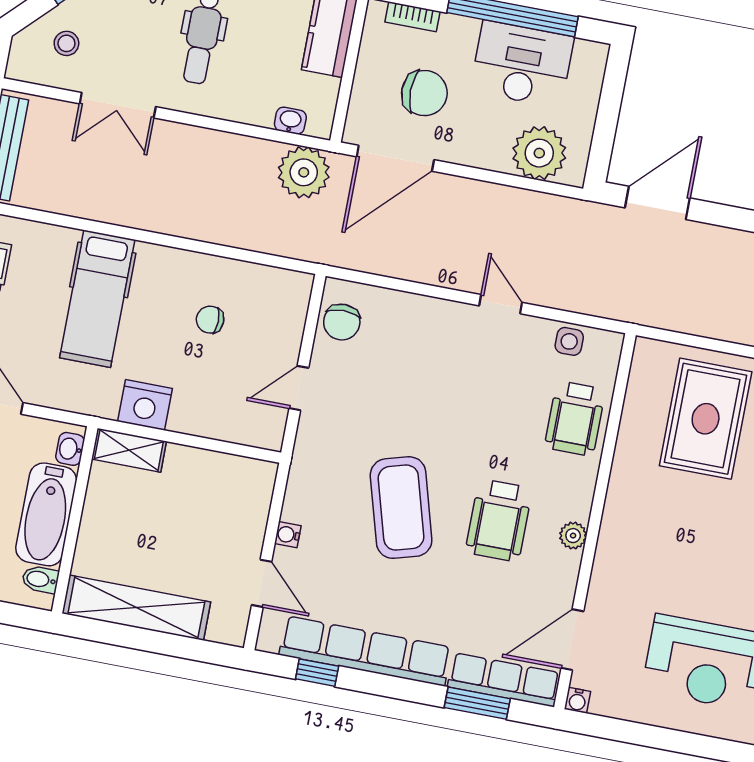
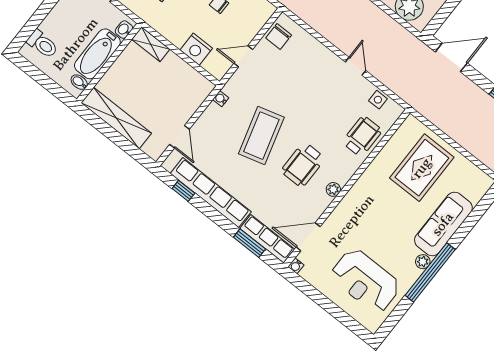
nightstand: (145, 405) -> (196, 49), moved
wheelchair: (575, 418) -> (362, 136), turned 180
water cooler: (288, 535) -> (221, 99), moved

